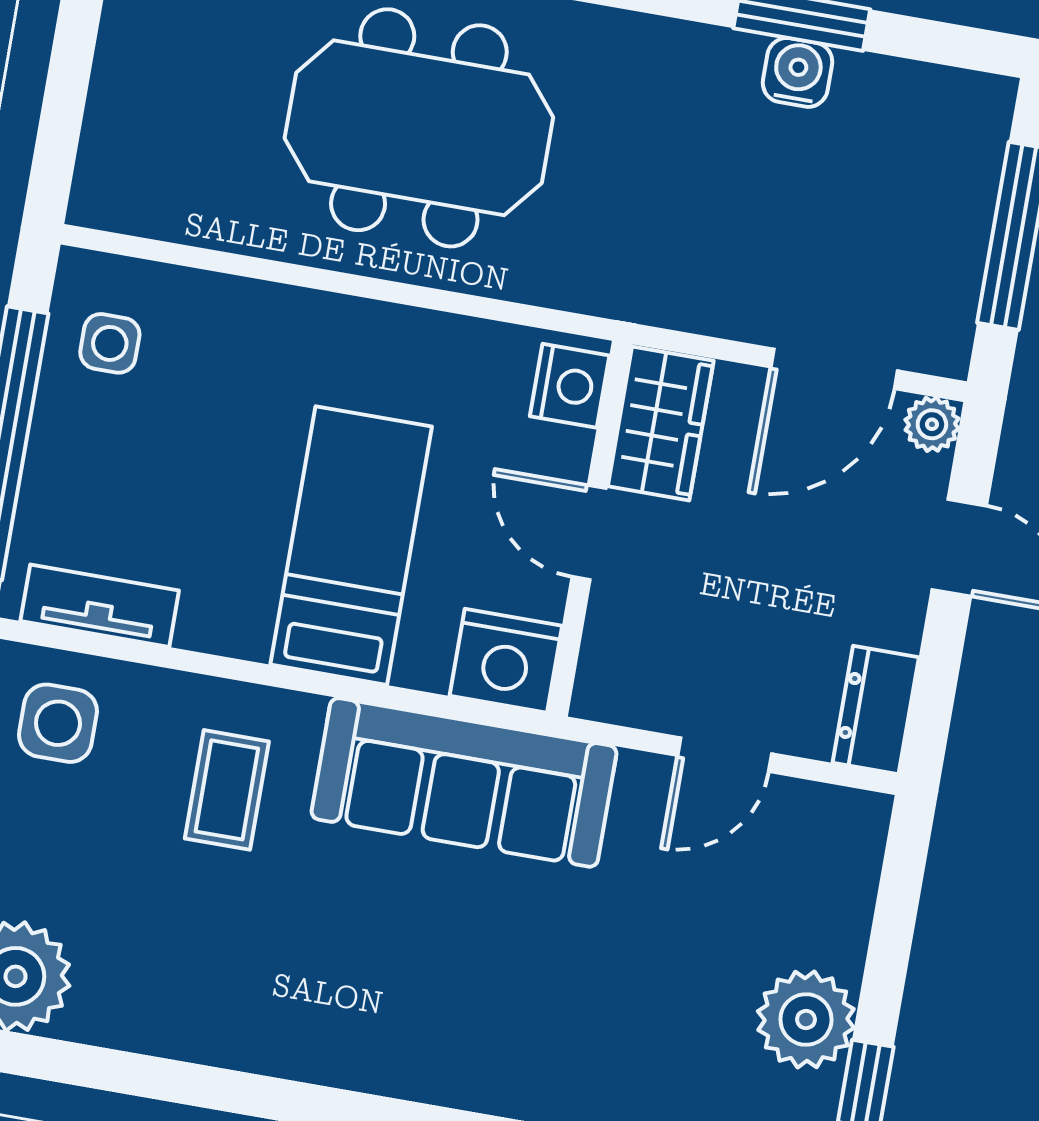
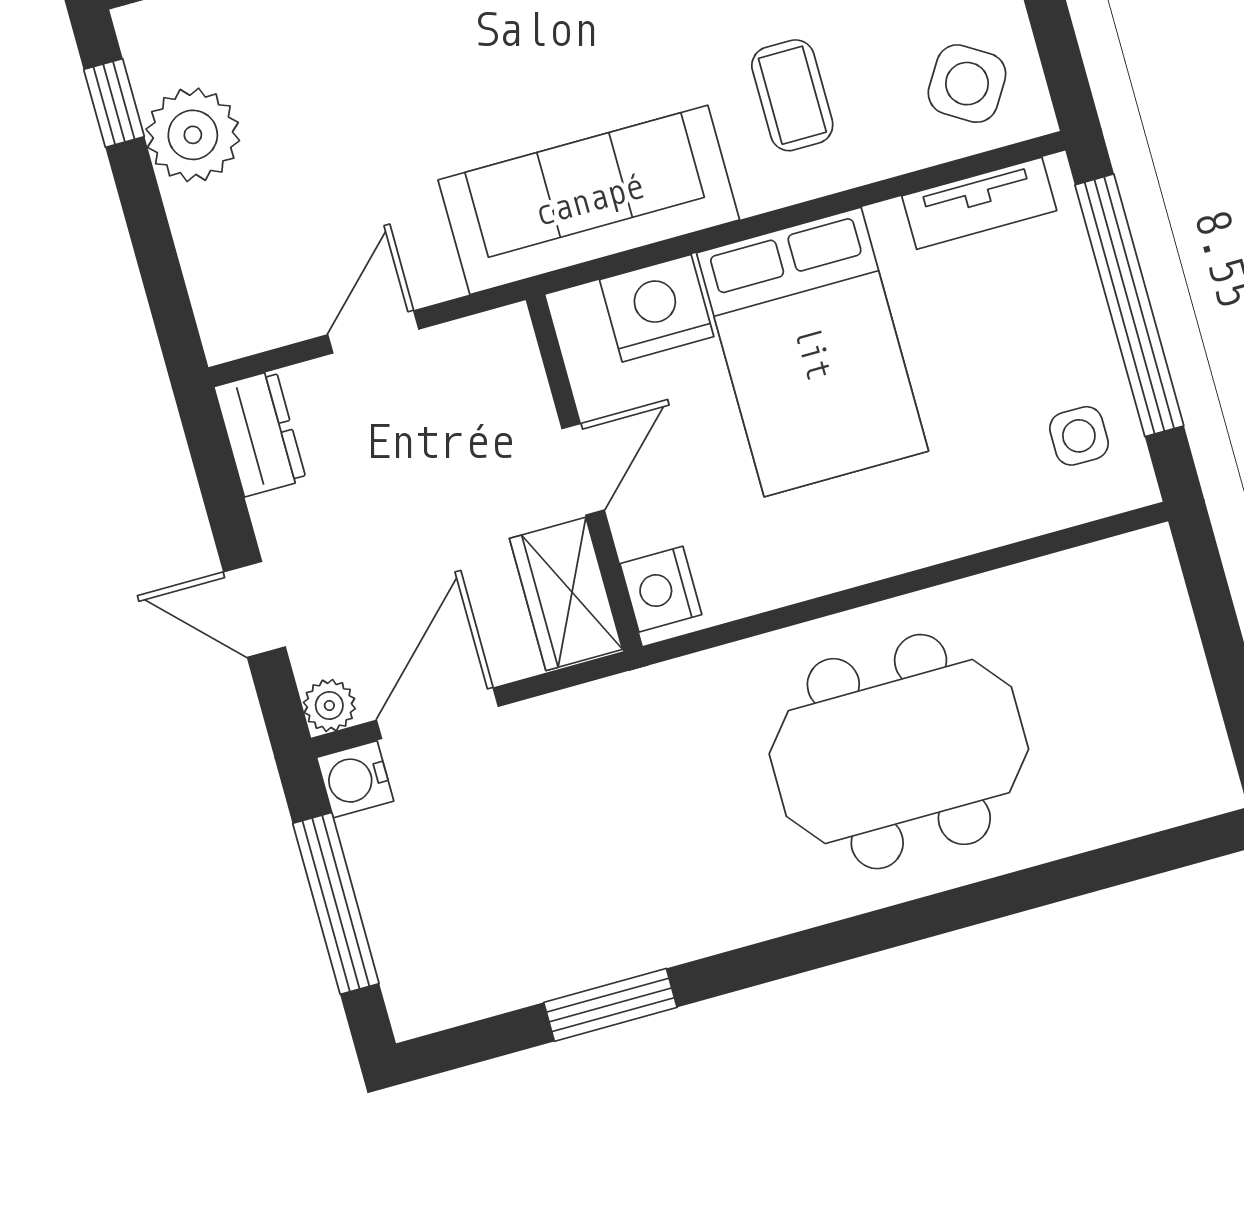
water cooler: (798, 72) -> (355, 779), moved, turned 90
door: (589, 533) -> (583, 469), hinge flipped
bed: (351, 546) -> (813, 352), width x1.50
nightstand: (506, 661) -> (657, 308), moved
side table: (58, 723) -> (967, 84), turned 32

